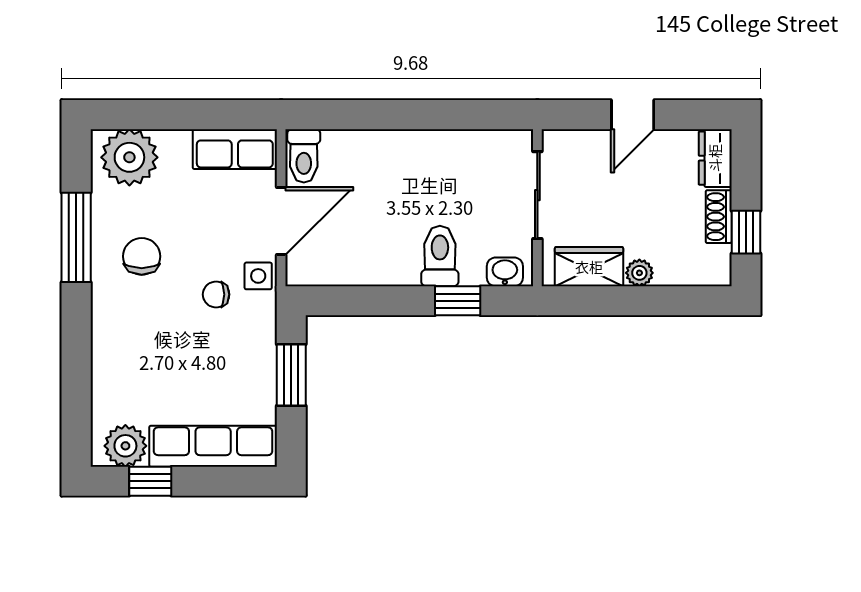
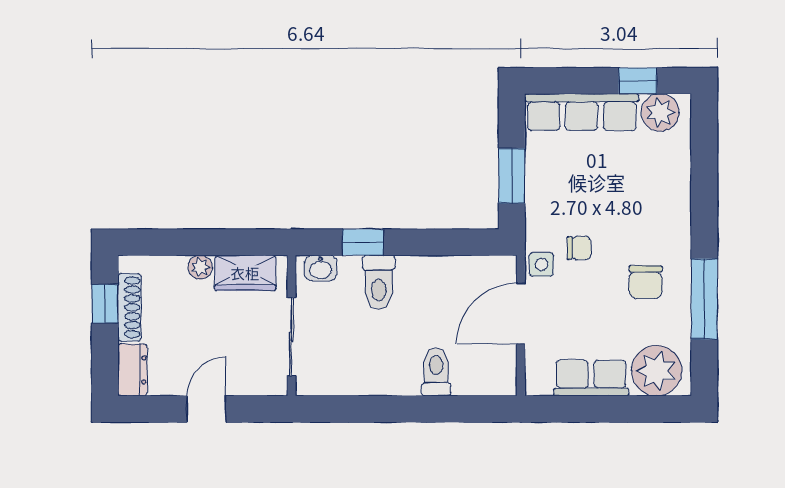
row of seats: (235, 149) -> (591, 378), moved
toilet: (304, 156) -> (436, 372), moved
shoe rack: (719, 217) -> (129, 307), width x1.43

